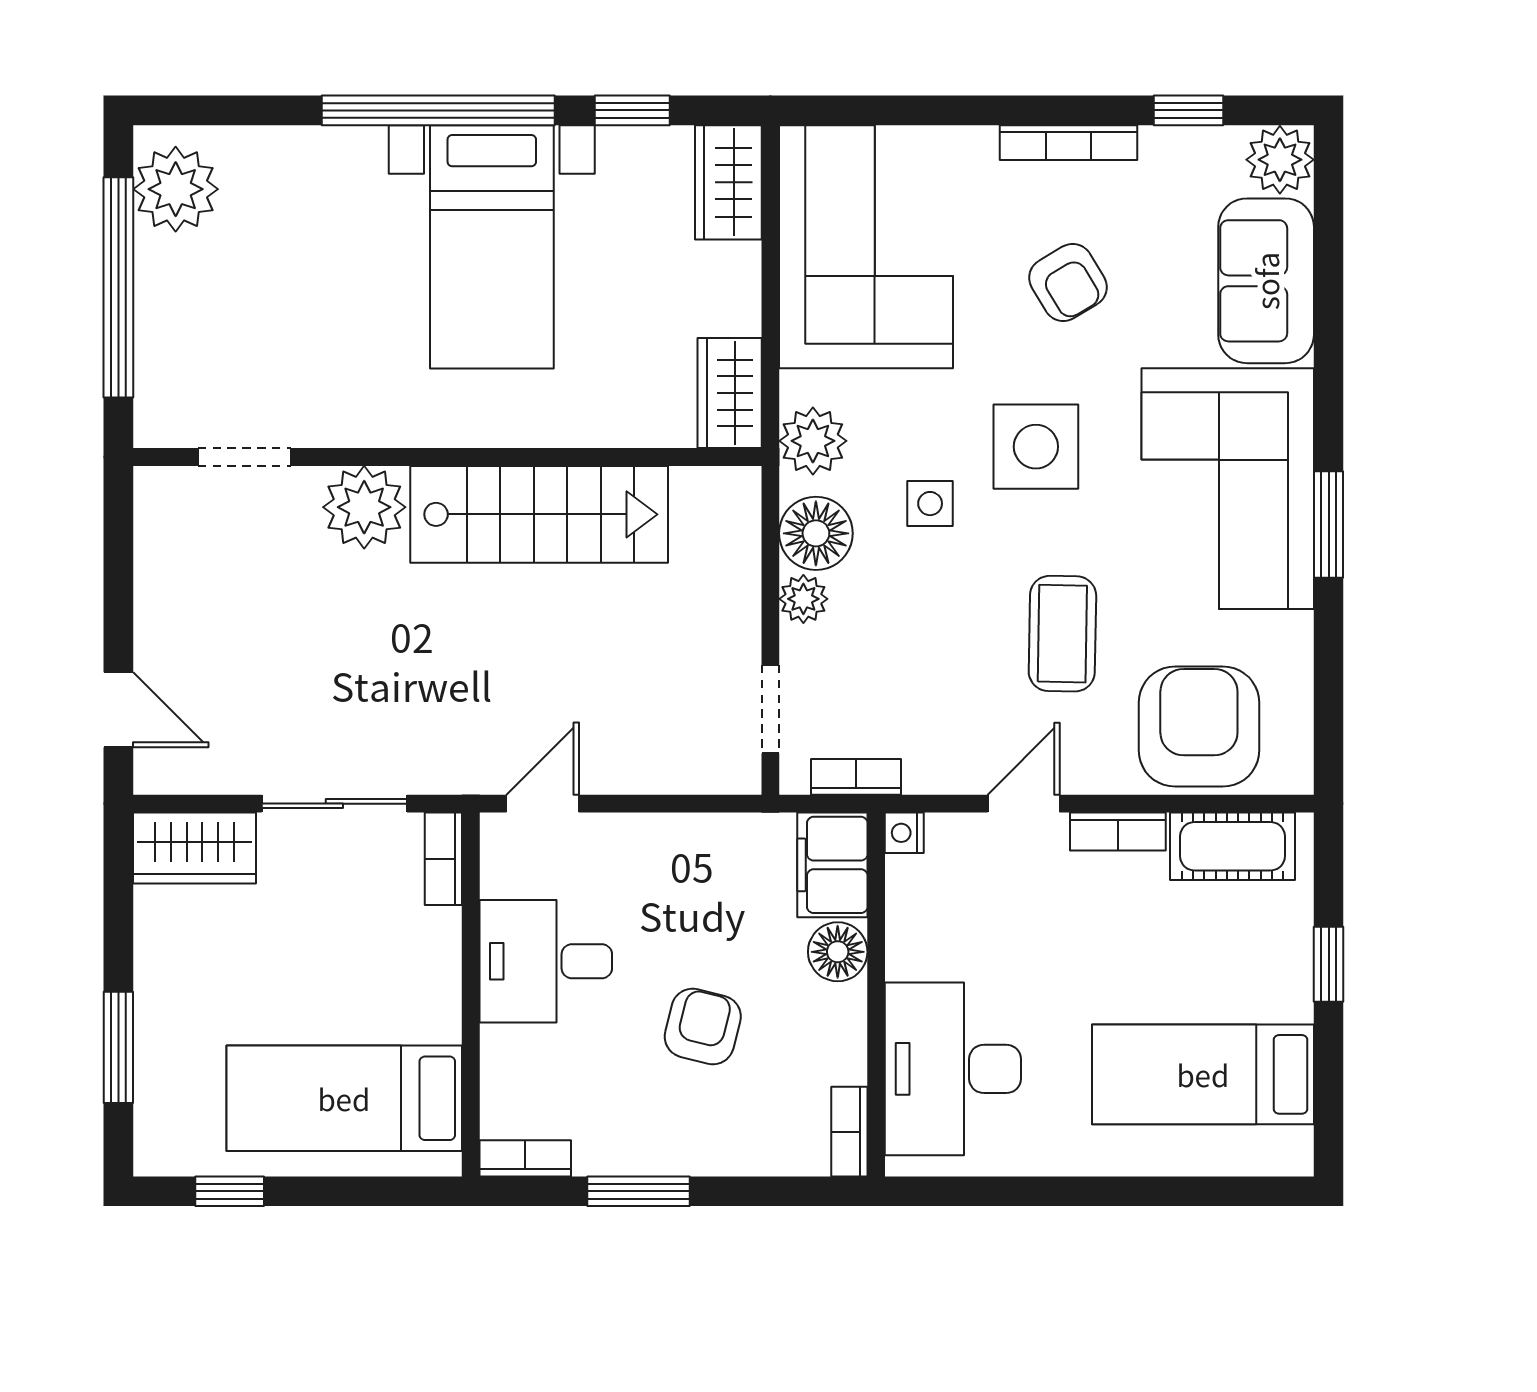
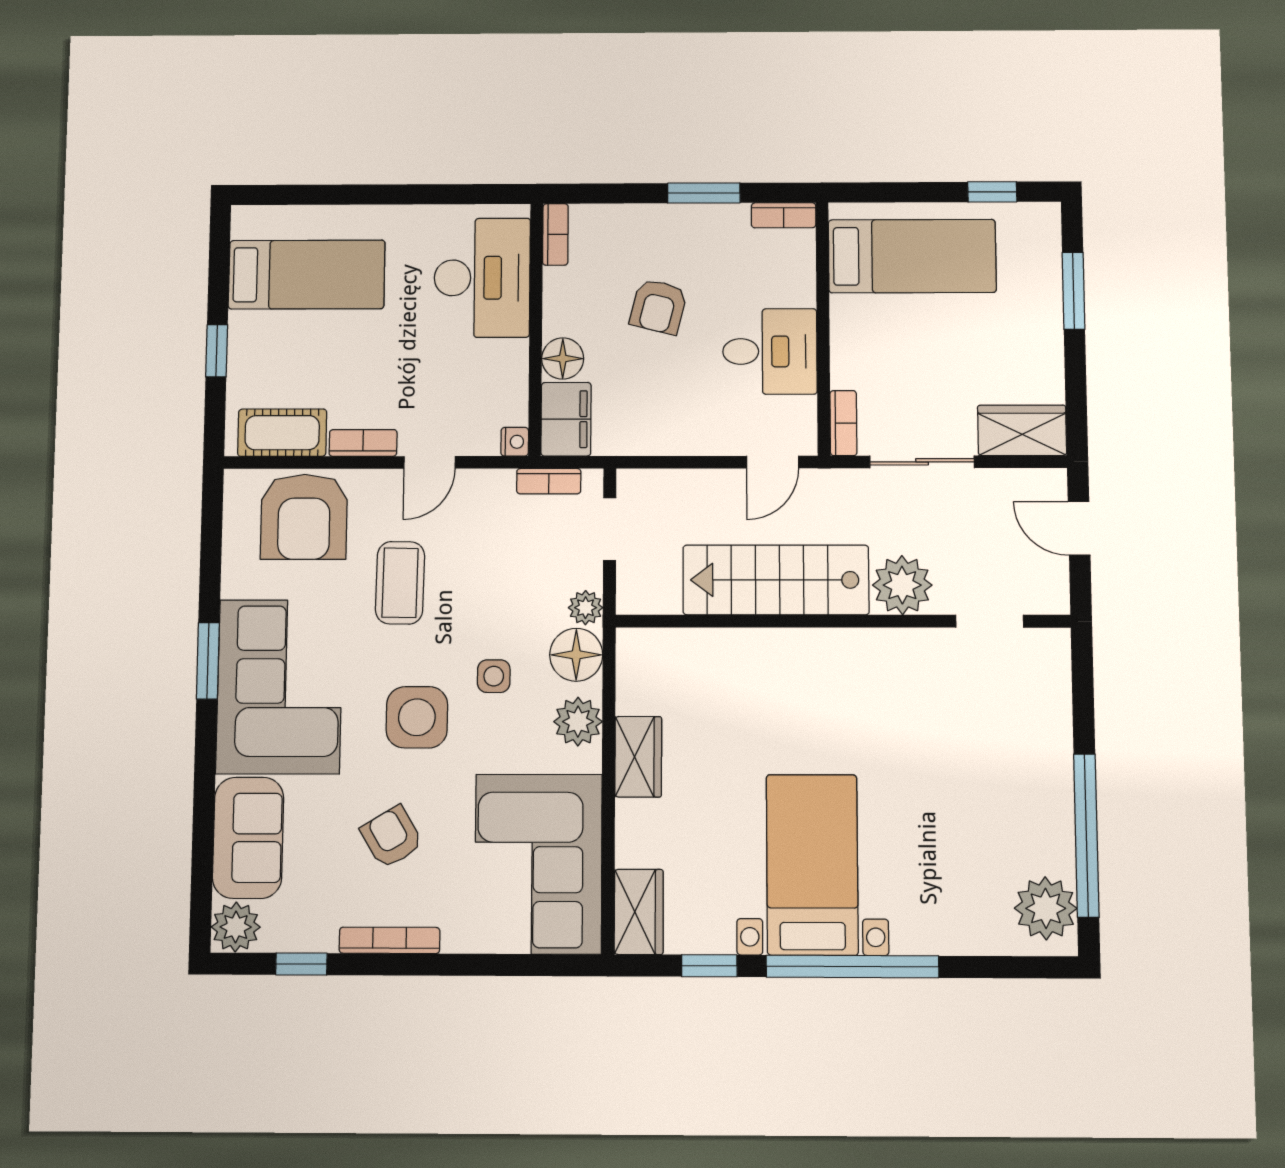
doorway: (244, 457) -> (990, 621), moved
wall: (447, 457) -> (842, 621), moved
plant: (364, 507) -> (902, 585), moved
stairs: (539, 514) -> (776, 580), moved

